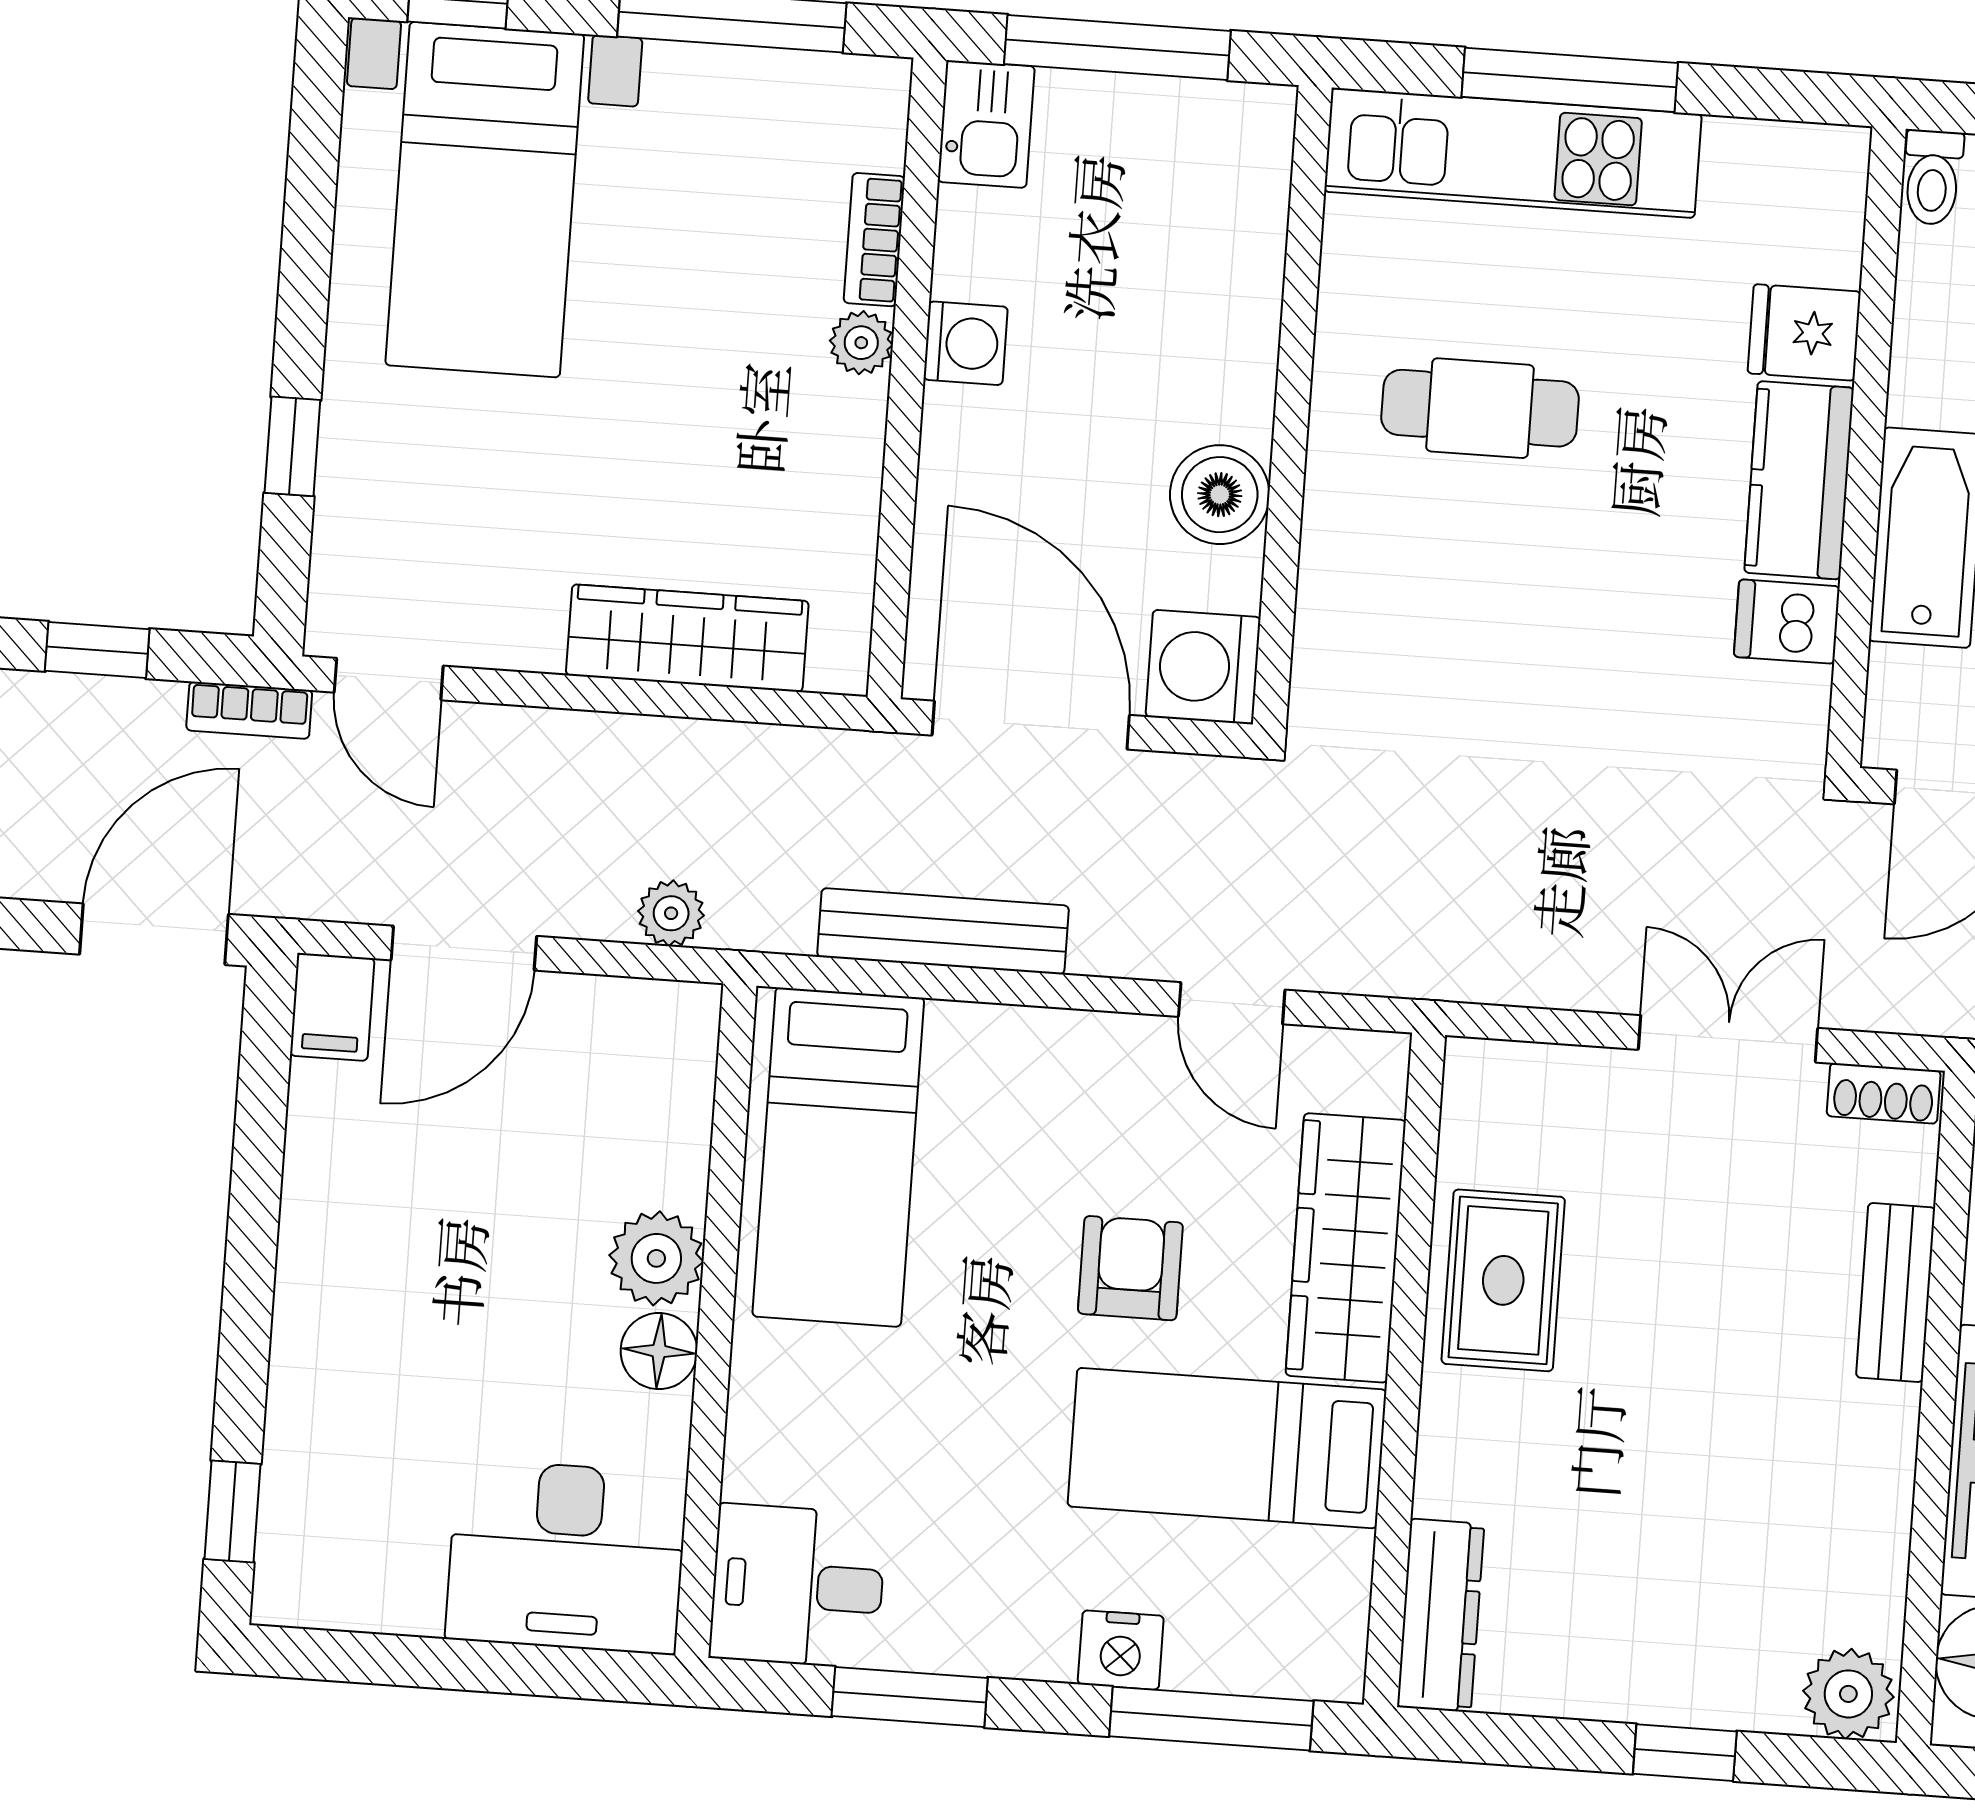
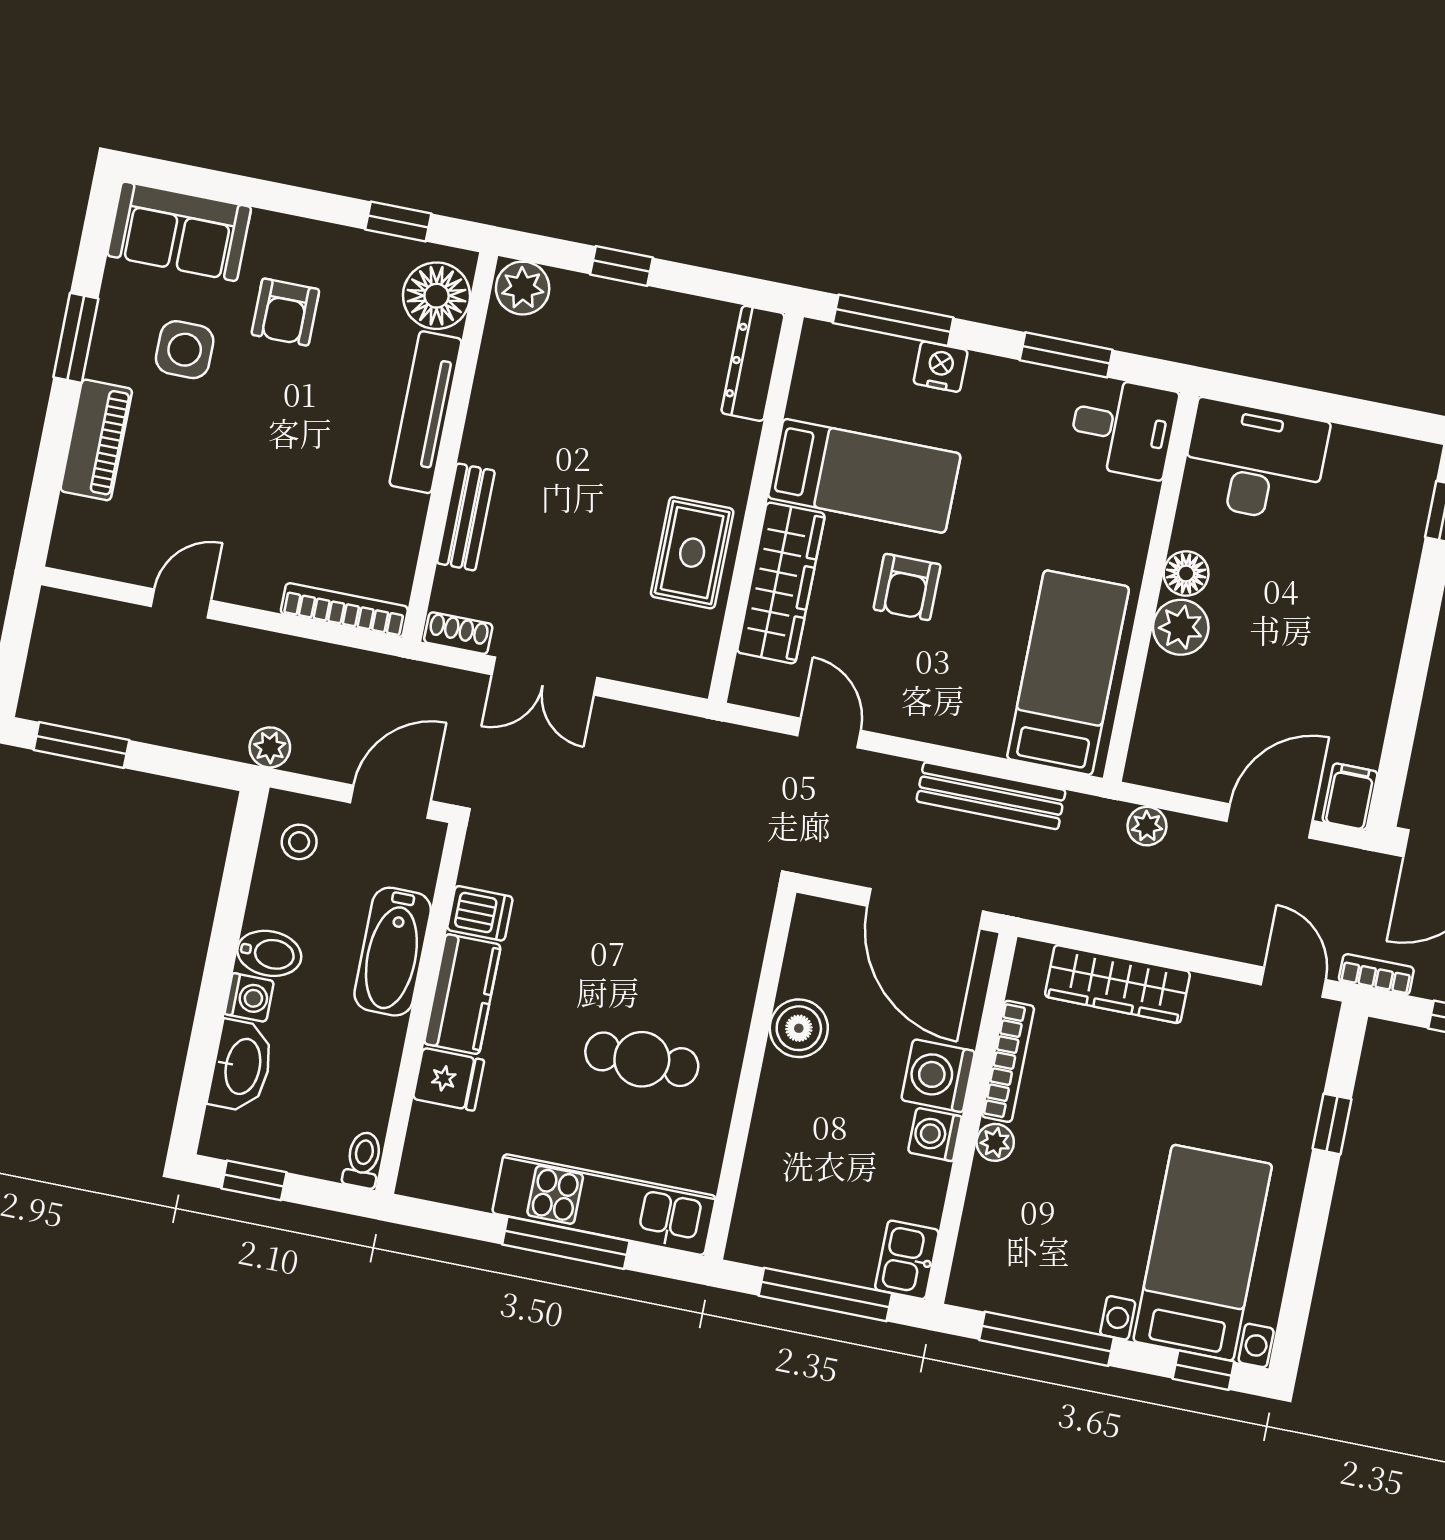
bookcase: (874, 240) -> (1008, 1061), moved, width x1.56
washing machine: (1203, 667) -> (938, 1076), moved, turned 180

